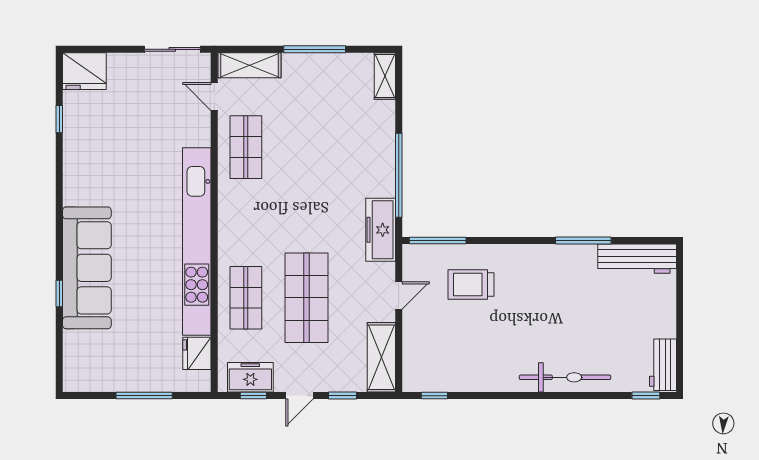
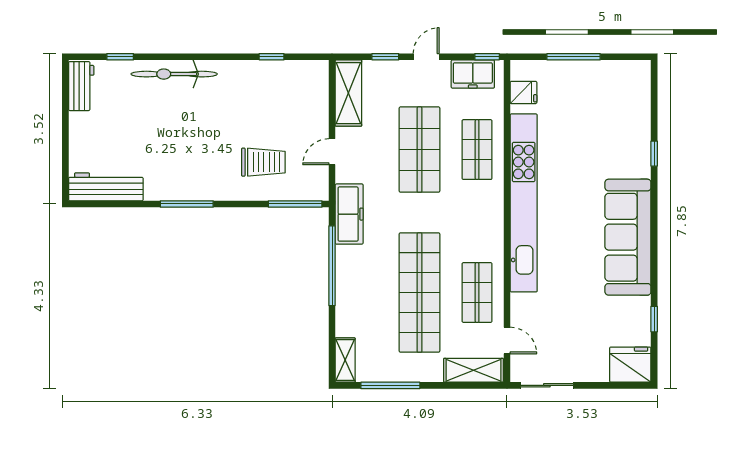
window: (315, 49) -> (390, 385), moved
shop shelf: (306, 147) -> (419, 293), added
window: (583, 240) -> (187, 204), moved
sofa: (87, 268) -> (628, 237), moved
fridge: (197, 353) -> (523, 92), width x0.72
window: (253, 396) -> (487, 57), moved
window: (434, 396) -> (272, 57), moved
window: (646, 396) -> (120, 57), moved

